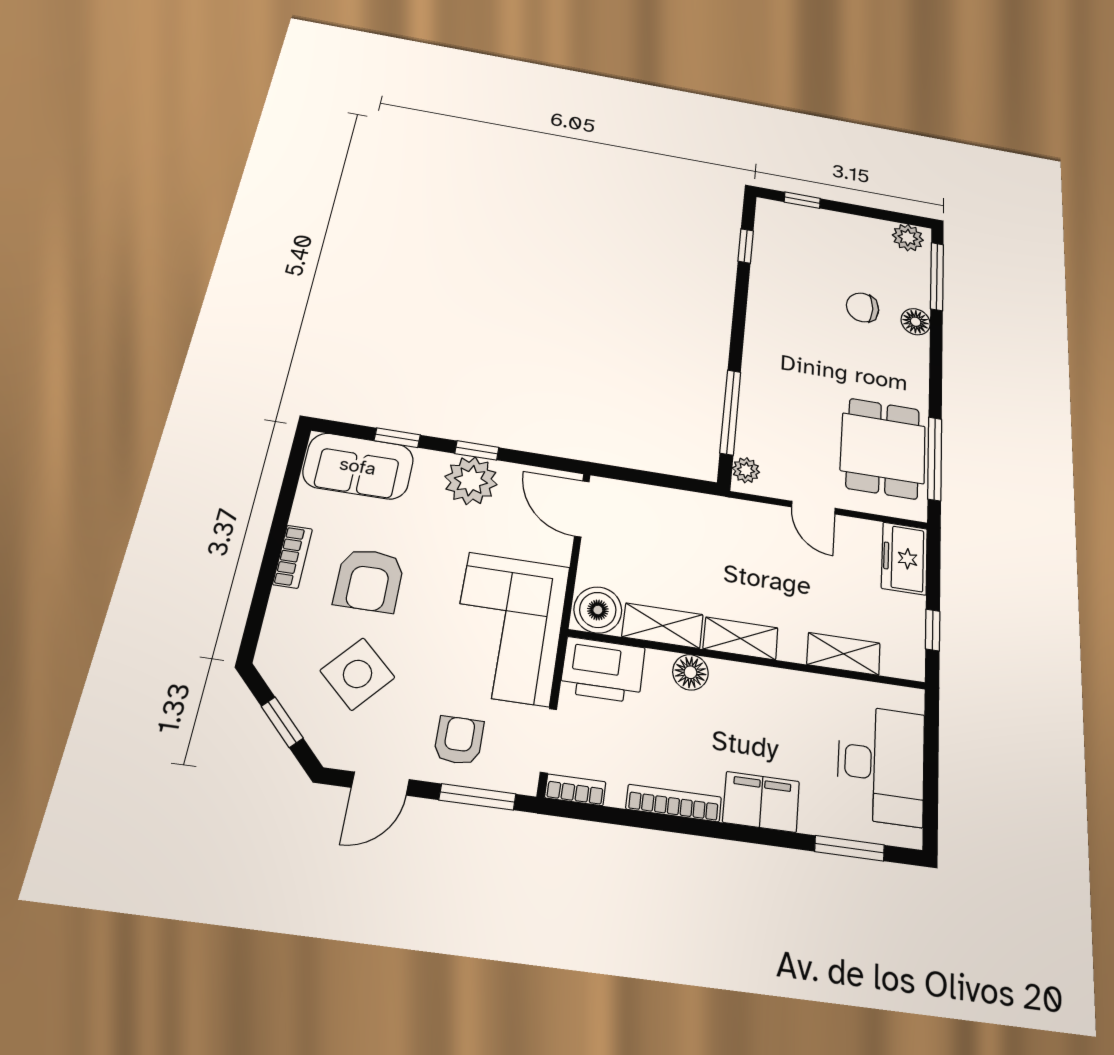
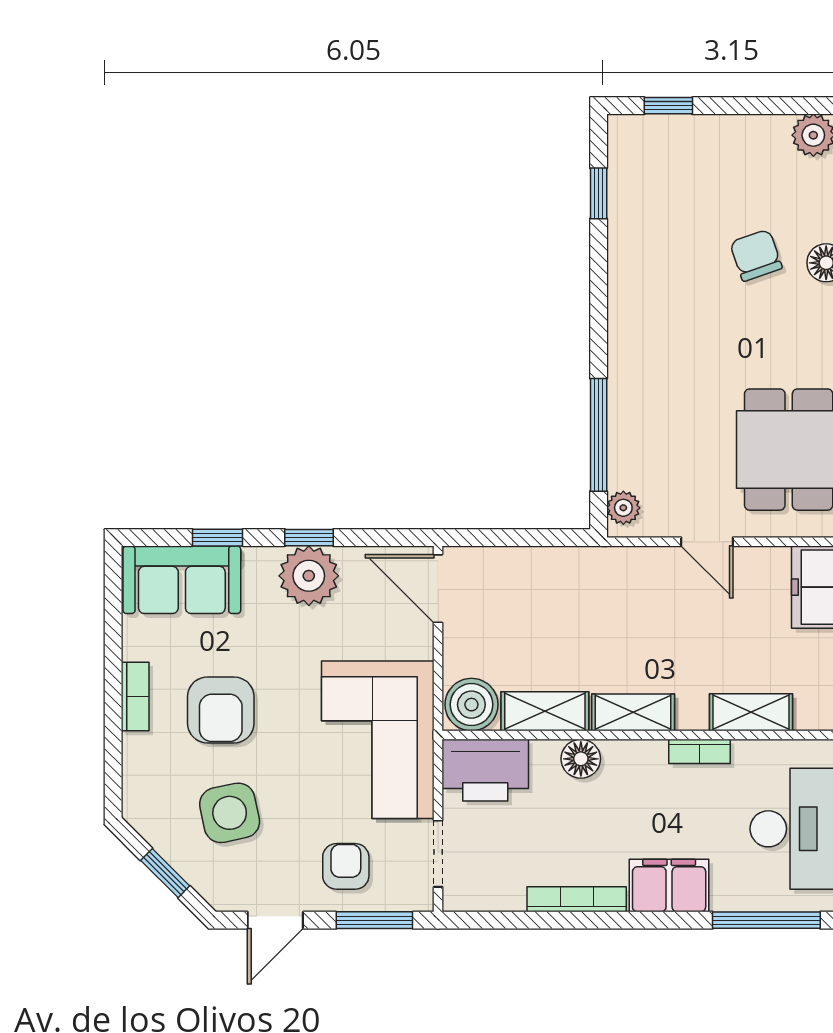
chair: (863, 307) -> (756, 255), turned 71
side table: (357, 674) -> (230, 813), turned 36
bookcase: (575, 790) -> (699, 751), moved, turned 180
window: (850, 848) -> (766, 920), width x1.44

